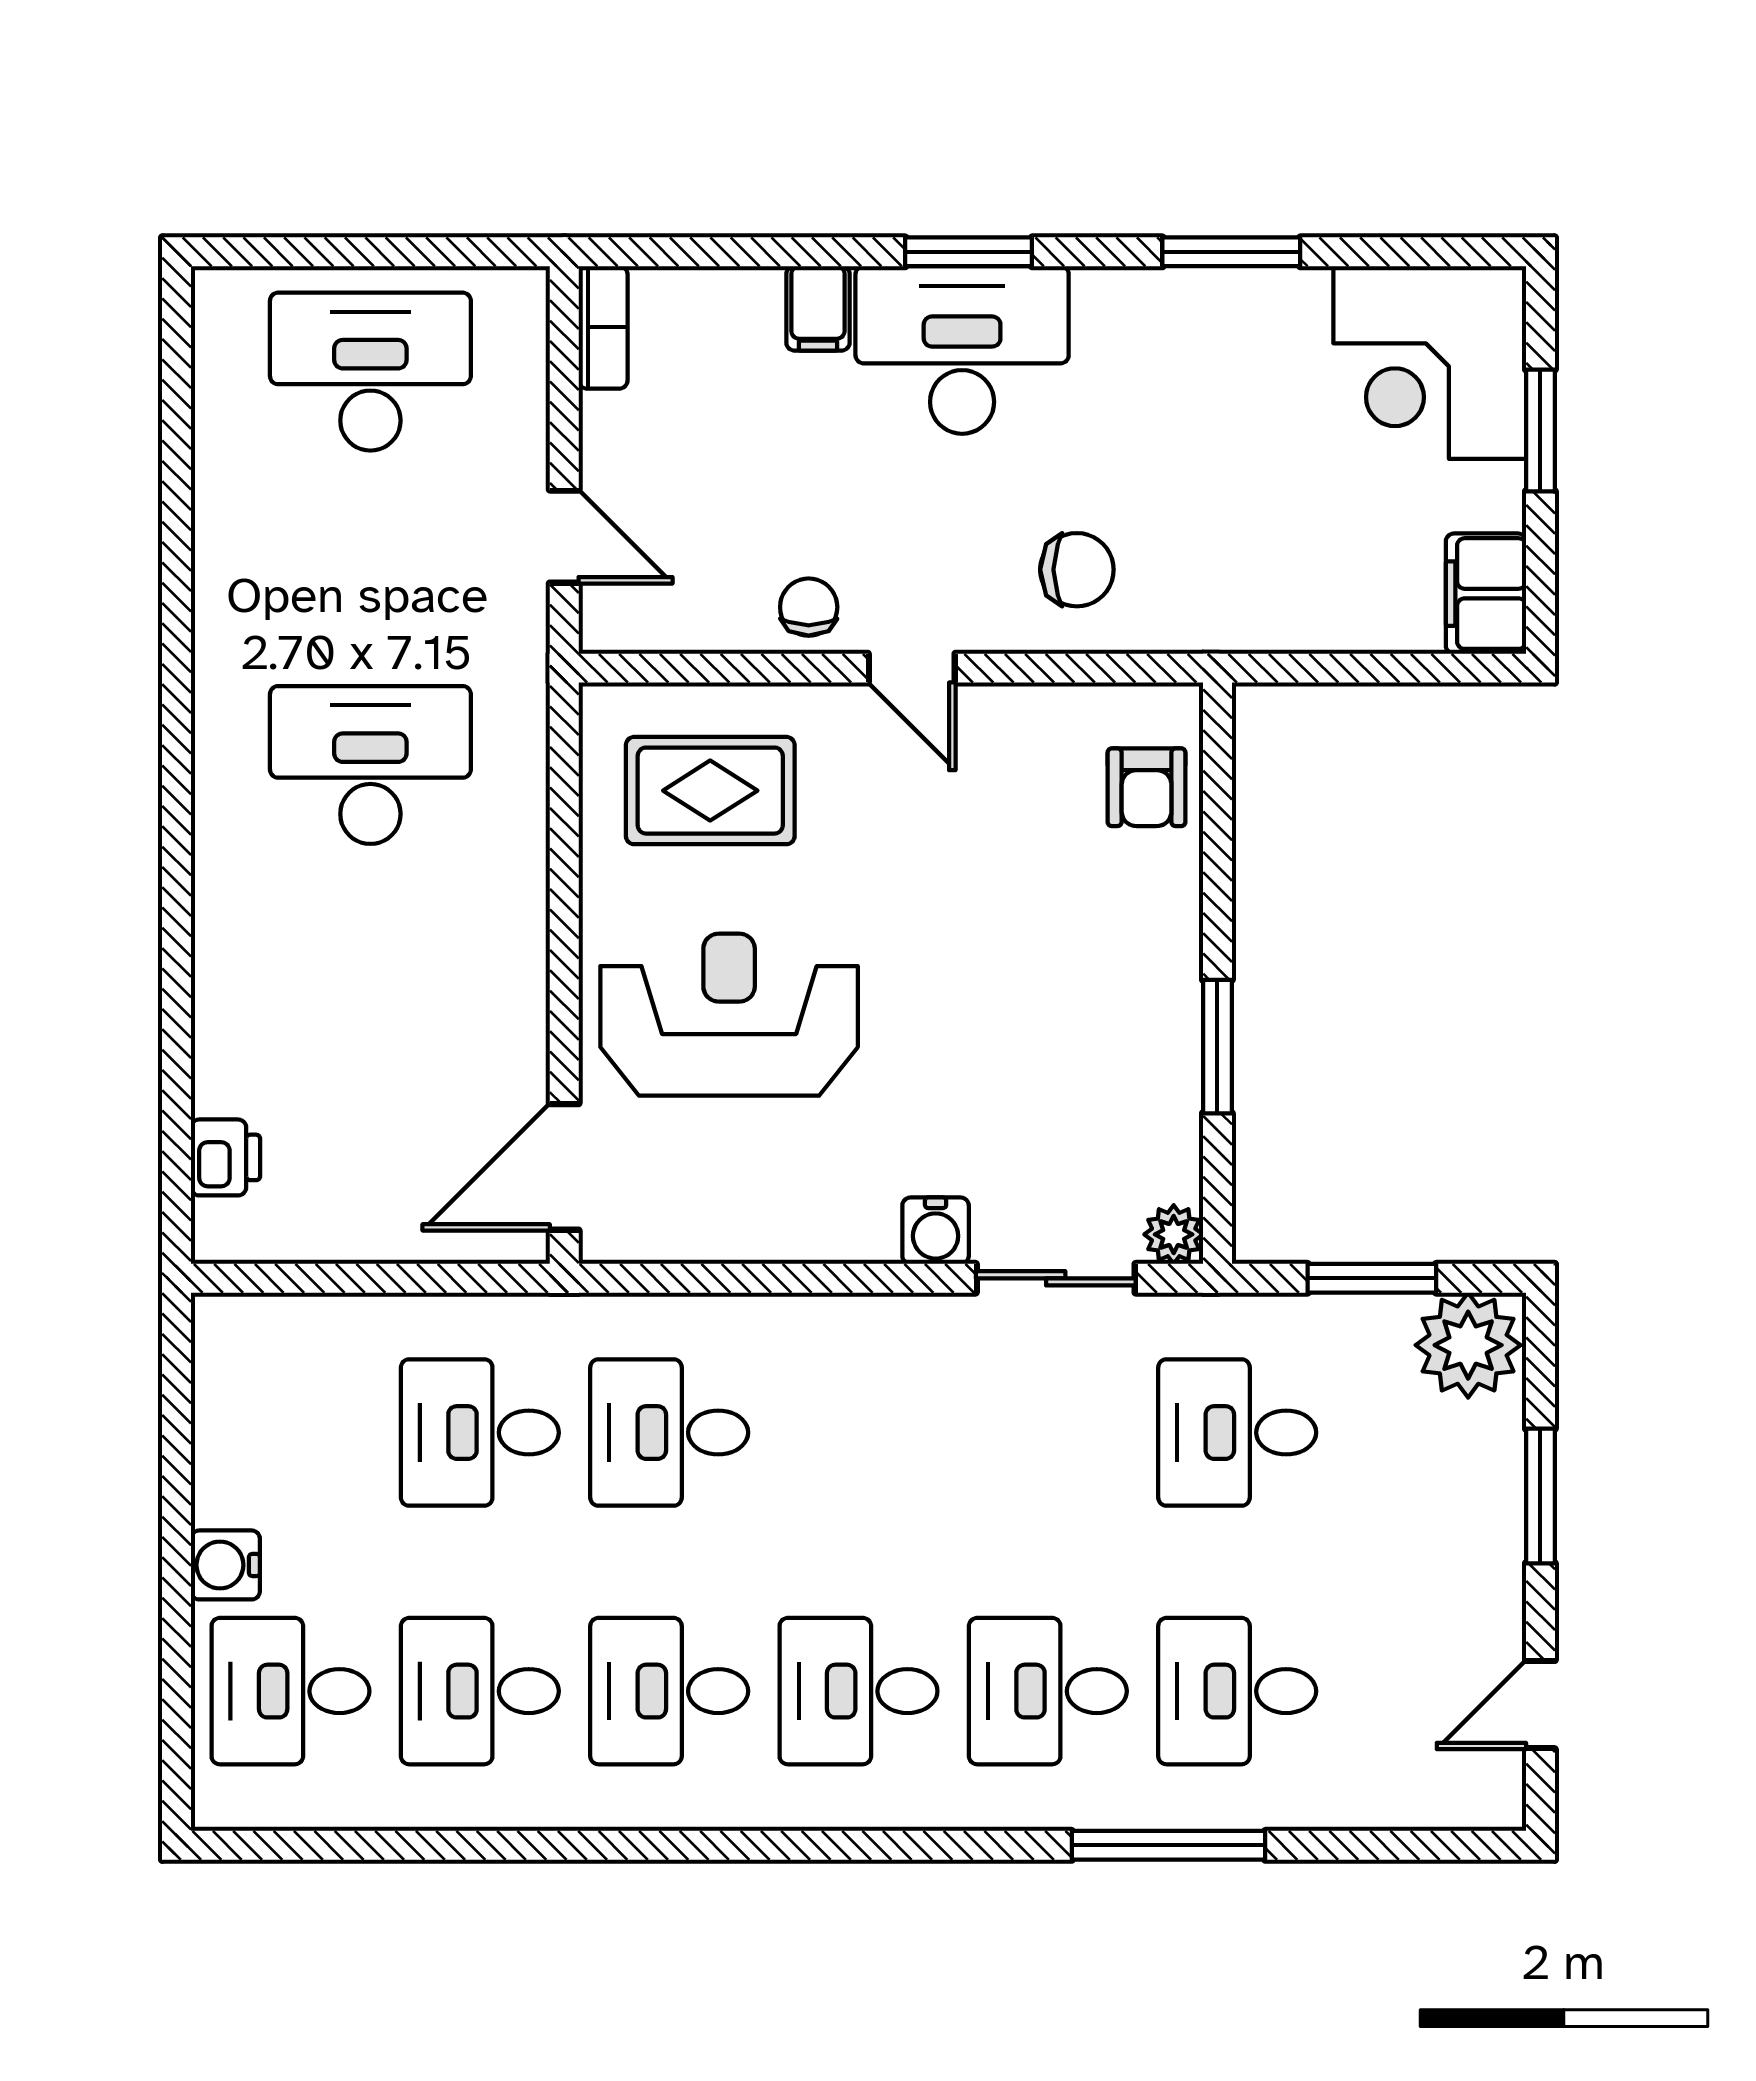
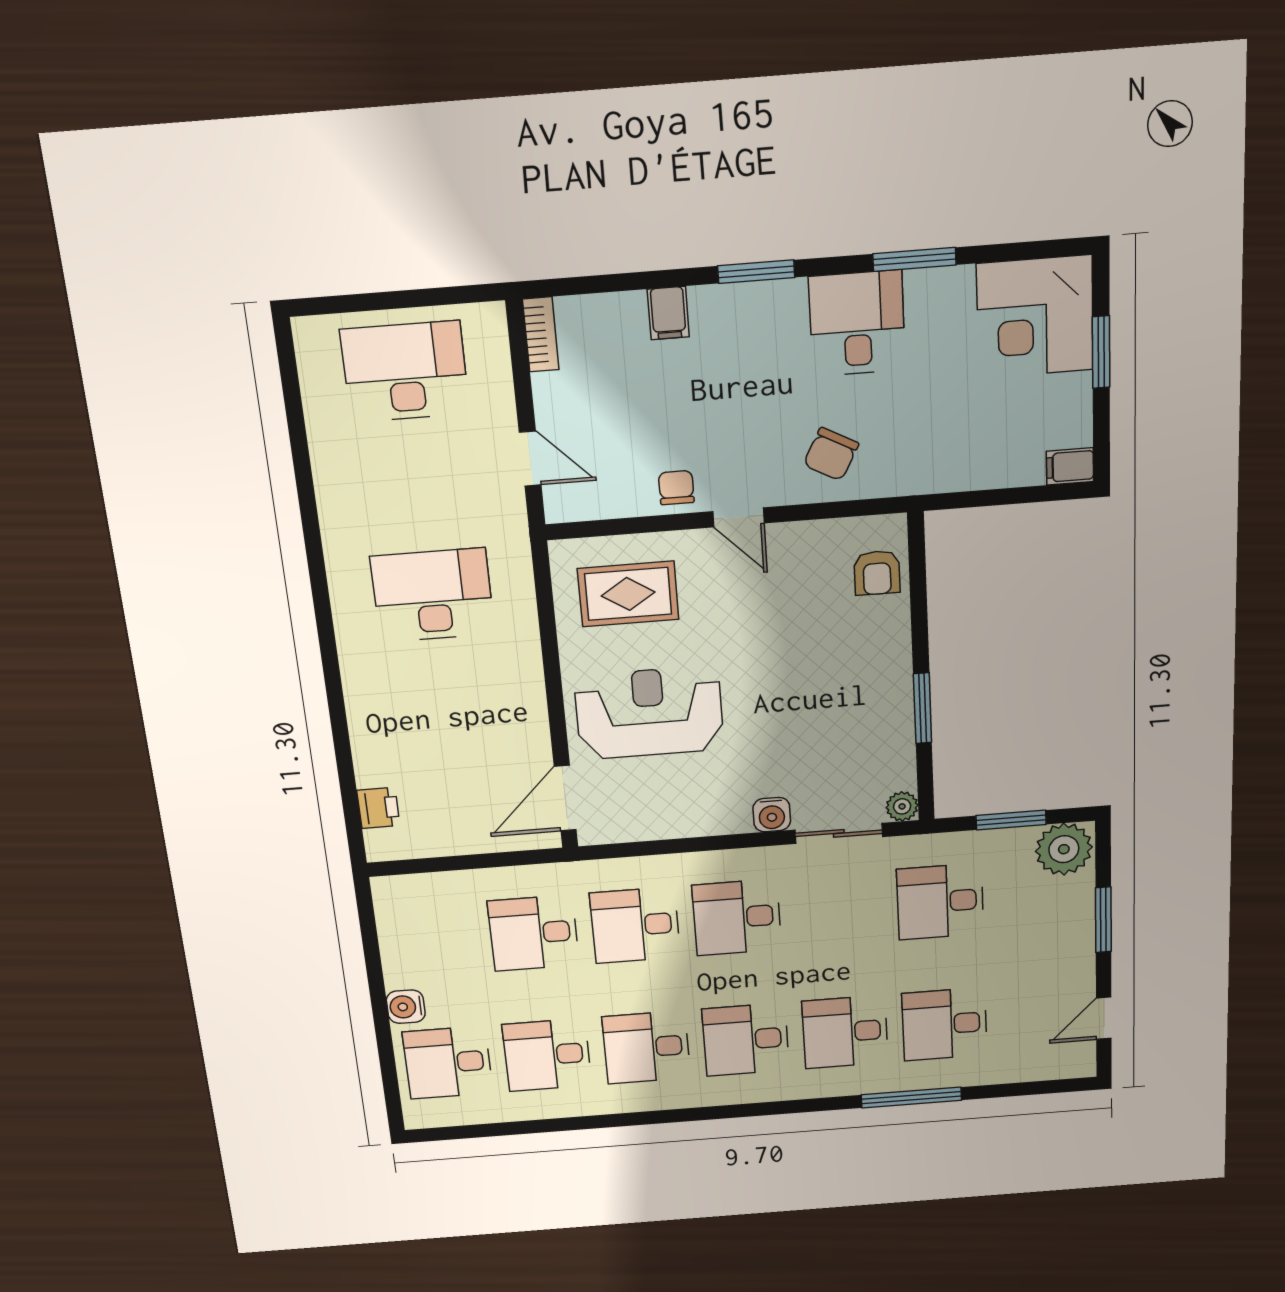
desk: (962, 350) -> (857, 323), moved, width x0.73
chair: (1077, 570) -> (831, 454), turned 118
filing cabinet: (1486, 594) -> (1070, 466), width x0.50
desk: (859, 1433) -> (737, 917), added

